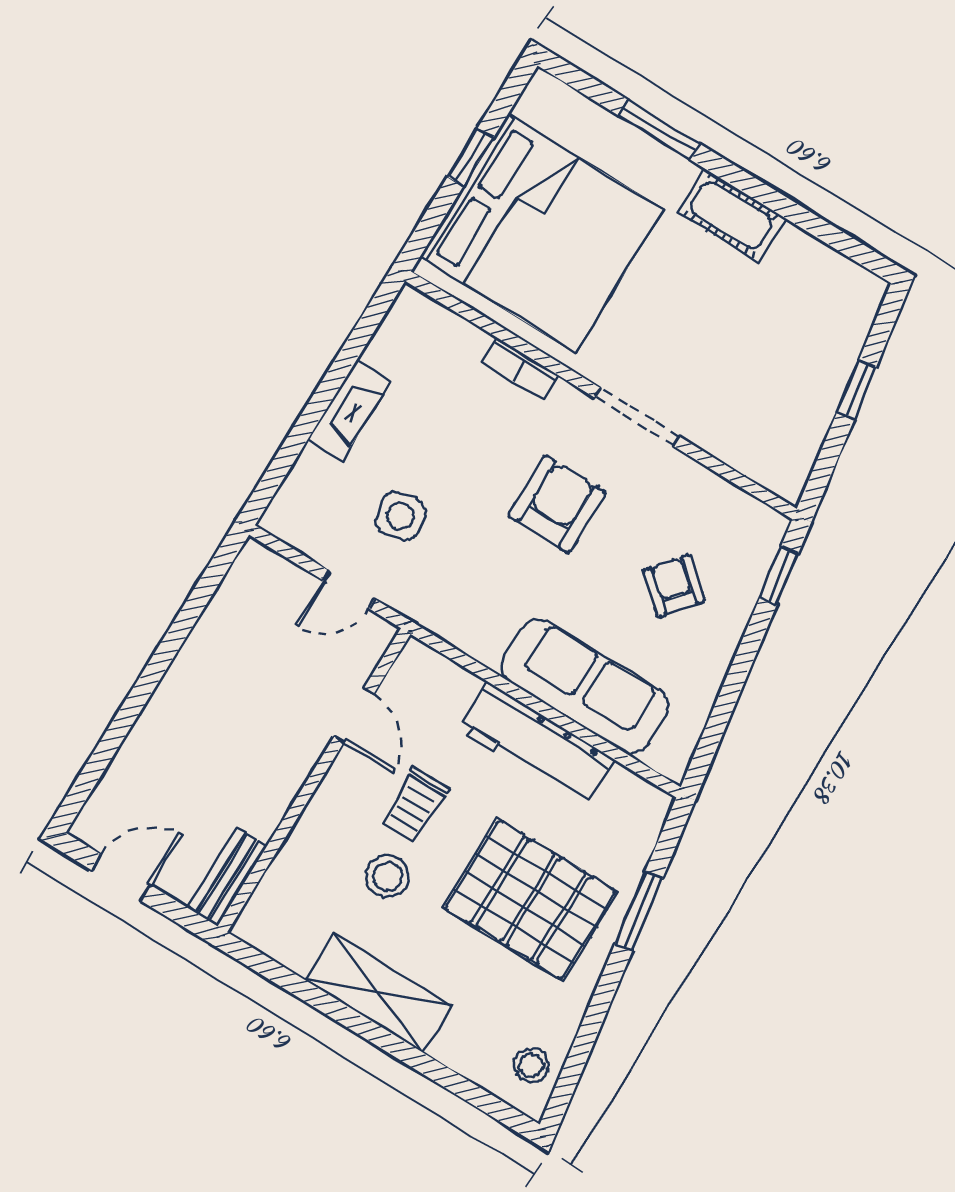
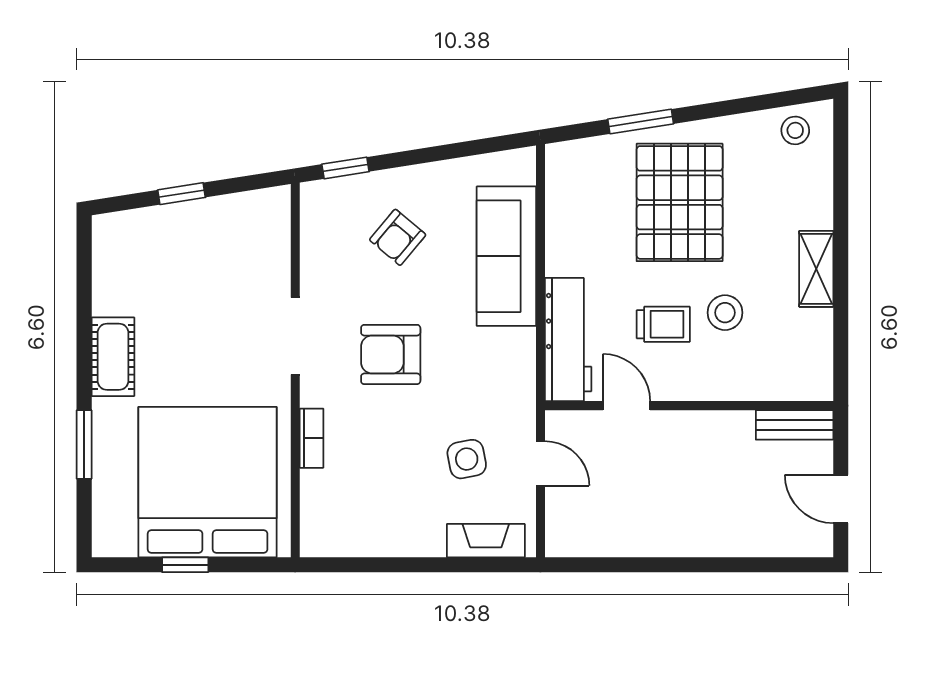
fireplace: (349, 410) -> (486, 541), moved
door: (354, 715) -> (626, 406), hinge flipped
workbench: (536, 744) -> (568, 340), moved
shelving: (378, 993) -> (816, 269), width x0.67, depth x0.75

